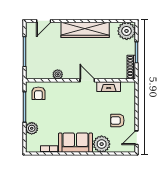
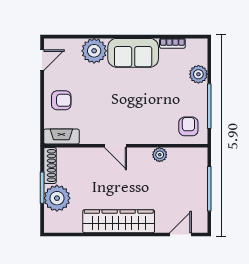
plant: (127, 31) -> (57, 198), moved
fireplace: (109, 87) -> (61, 136), moved
armchair: (117, 120) -> (61, 100), moved

